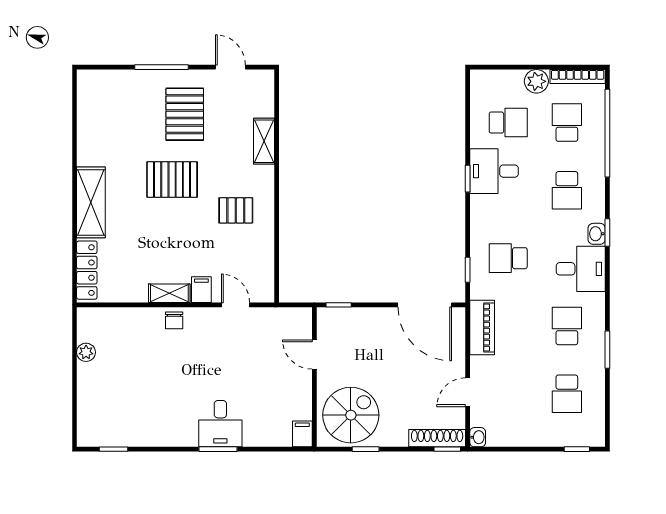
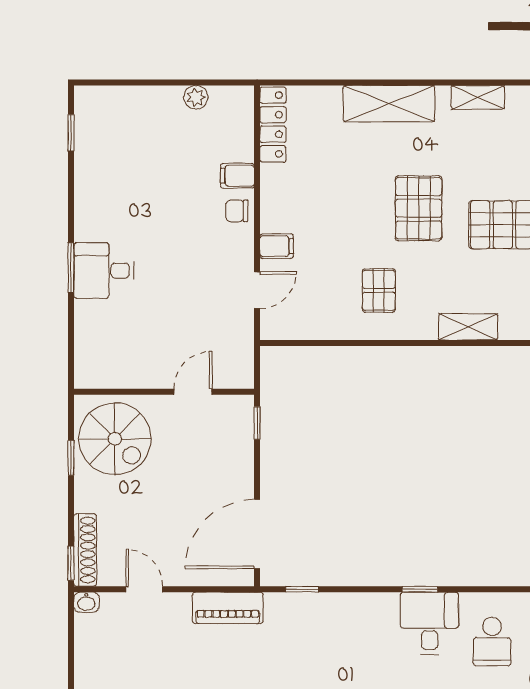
school desk: (508, 258) -> (317, 642), removed
locker: (87, 270) -> (273, 125), moved, turned -90
shelving: (169, 293) -> (478, 97), moved, turned 90
filing cabinet: (302, 434) -> (237, 176), moved, turned 180

